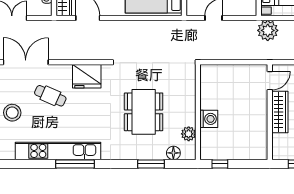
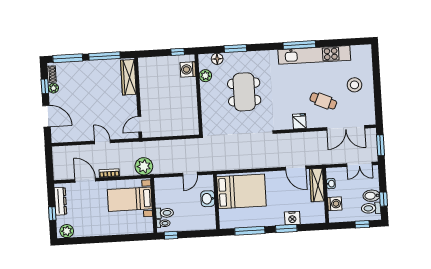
fridge: (87, 76) -> (299, 121), width x0.53, depth x0.75
wardrobe: (280, 112) -> (128, 77), moved
washing machine: (209, 119) -> (188, 69), moved

